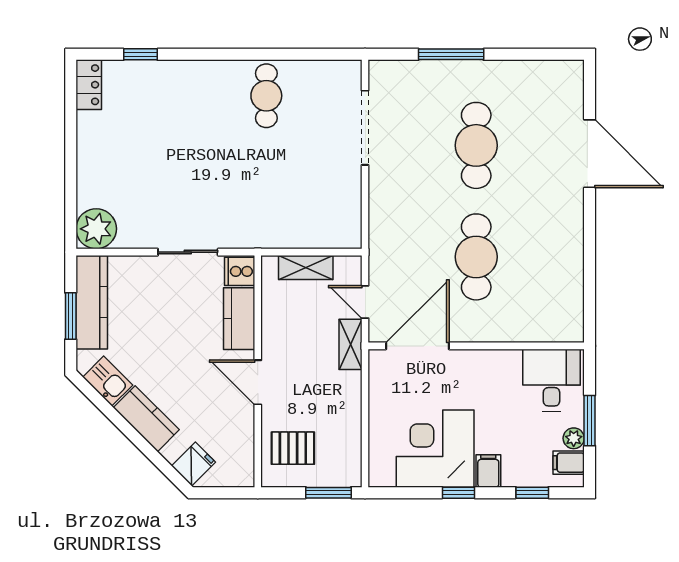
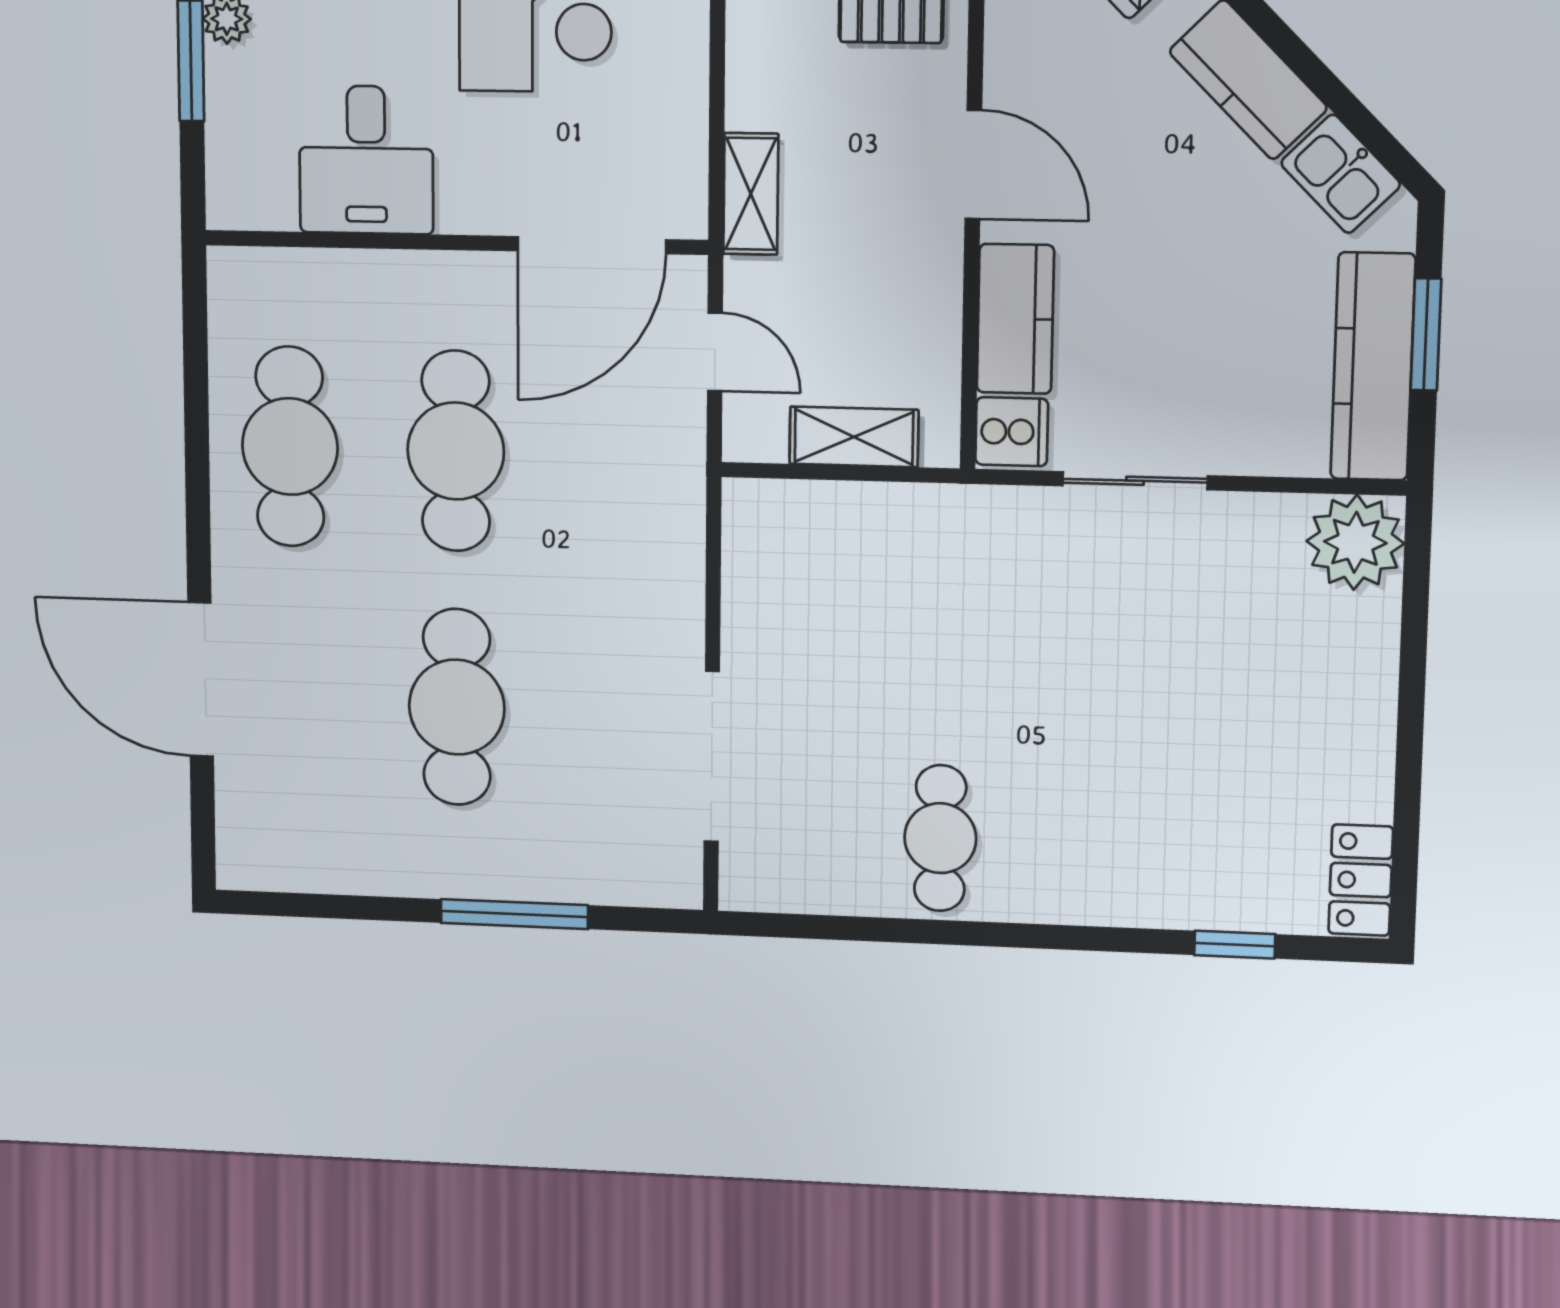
cafe table: (549, 257) -> (290, 447), added
shelving: (350, 344) -> (751, 194), moved
desk: (551, 380) -> (366, 160), moved

